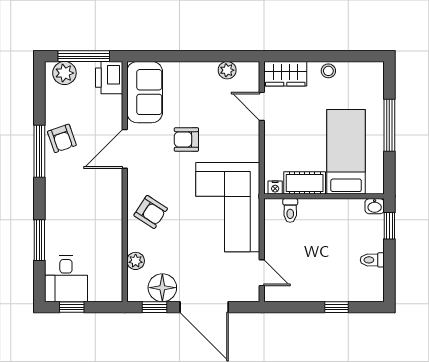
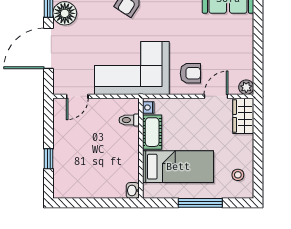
plant: (227, 70) -> (246, 87), moved
stool: (328, 71) -> (238, 175), moved
armchair: (186, 139) -> (190, 73), moved, turned 90
window: (389, 226) -> (116, 203), removed
toilet: (372, 260) -> (88, 189), removed

